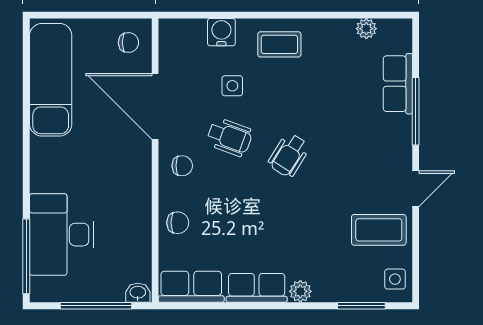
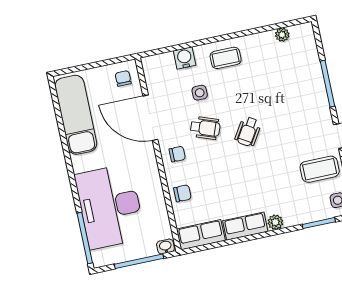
chair: (128, 43) -> (123, 78), turned -90
row of seats: (398, 84) -> (311, 67), removed
desk: (62, 235) -> (110, 207), width x1.36, depth x1.30

